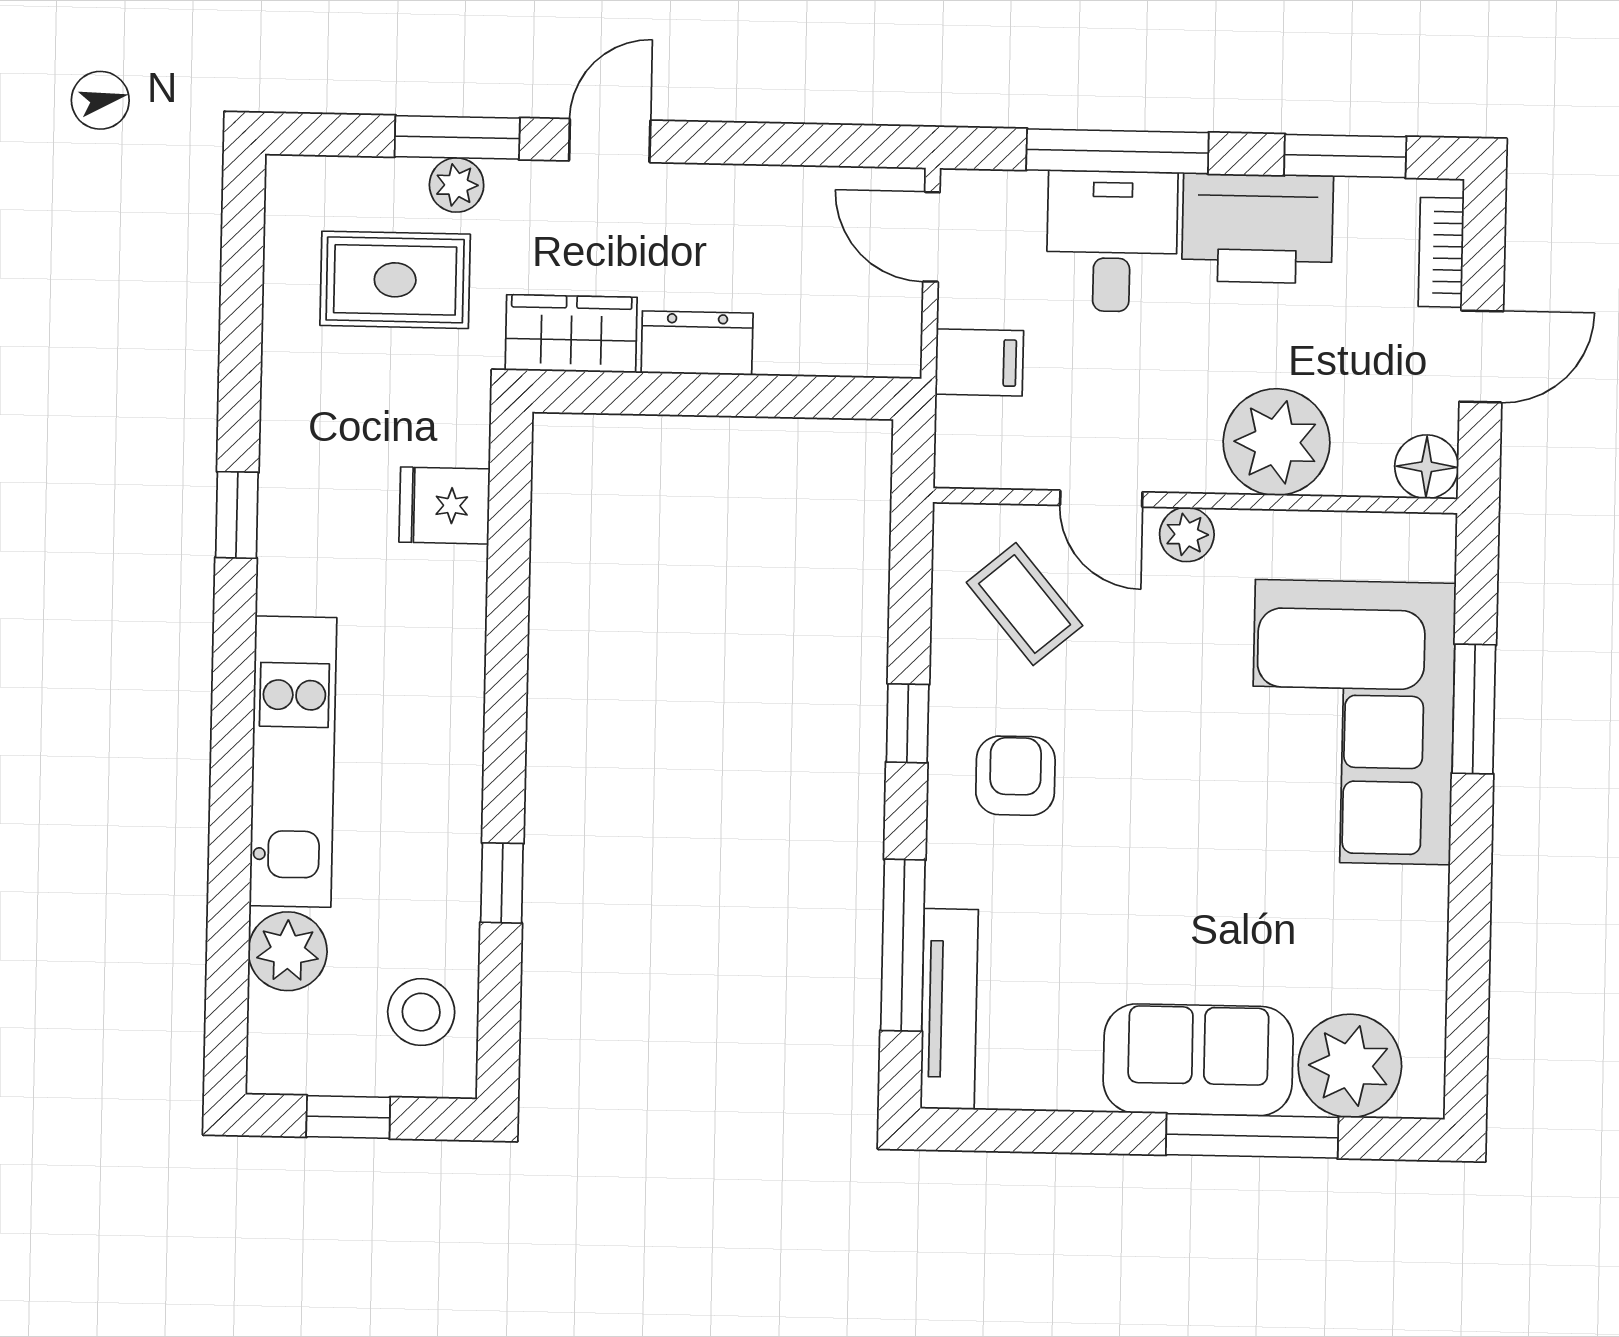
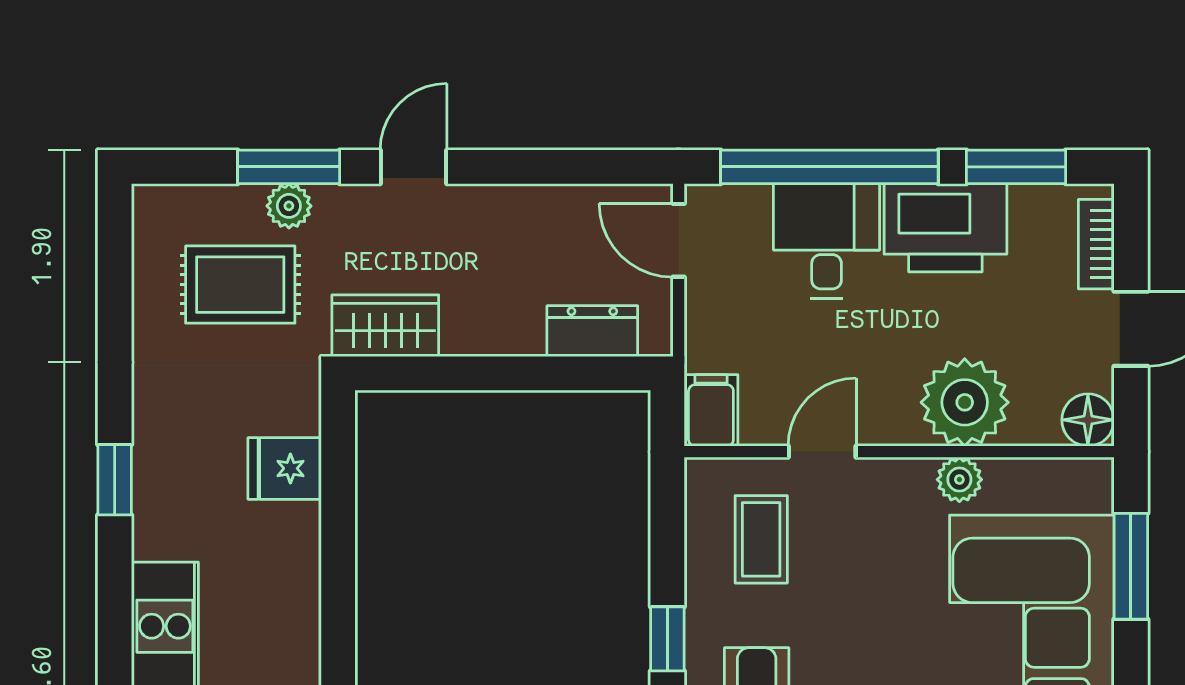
window: (1117, 151) -> (829, 167), width x1.46
dresser: (697, 343) -> (592, 331), moved
filing cabinet: (979, 362) -> (711, 410), moved, turned -90
door: (1101, 499) -> (822, 452), swing flipped
plant: (1187, 534) -> (959, 480), moved
coffee table: (1025, 604) -> (761, 539), turned 40
window: (1474, 709) -> (1131, 566), moved

